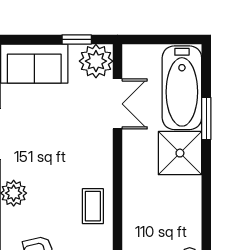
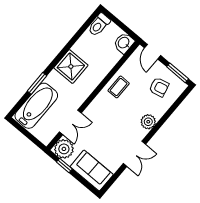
double door: (117, 104) -> (70, 122), swing flipped
shower: (180, 153) -> (71, 67), moved

